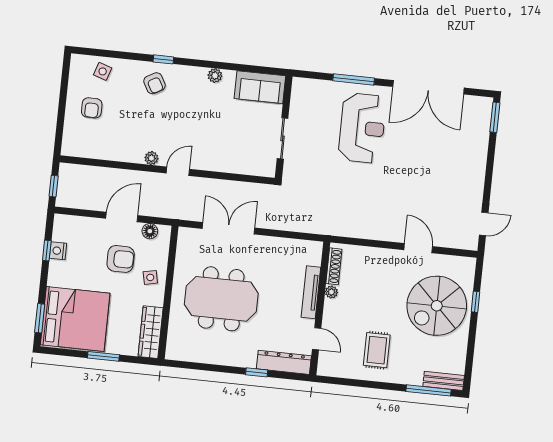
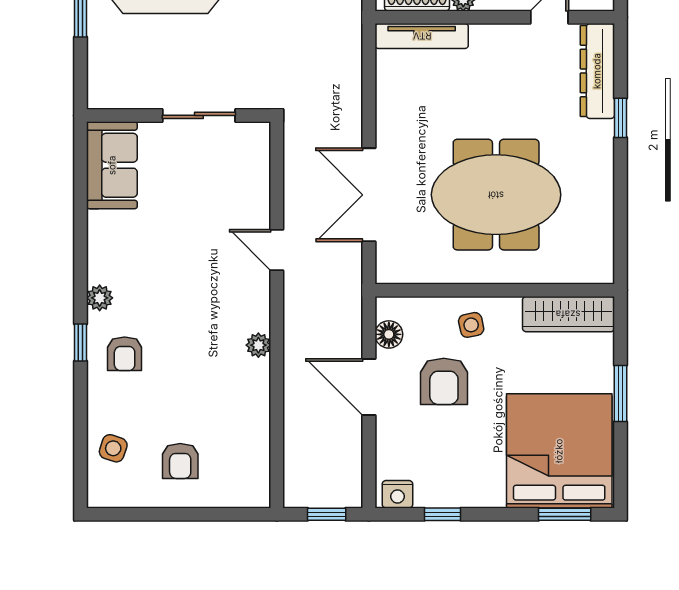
plant: (215, 76) -> (100, 298), moved
armchair: (154, 83) -> (125, 354), turned 119
armchair: (92, 108) -> (180, 461), turned 90
door: (178, 171) -> (277, 250), moved
nightstand: (58, 251) -> (397, 494), moved
armchair: (121, 259) -> (444, 381), turned 180
tv unit: (311, 292) -> (422, 36), moved
meeting table: (221, 299) -> (496, 195), turned 90

